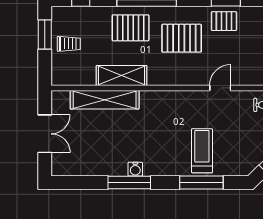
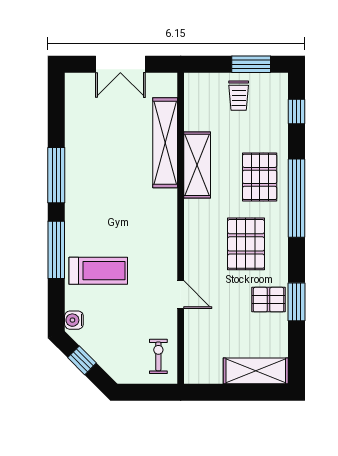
pallet: (224, 21) -> (269, 300), turned 90
water cooler: (135, 169) -> (74, 320), moved
window: (201, 183) -> (56, 250), moved

